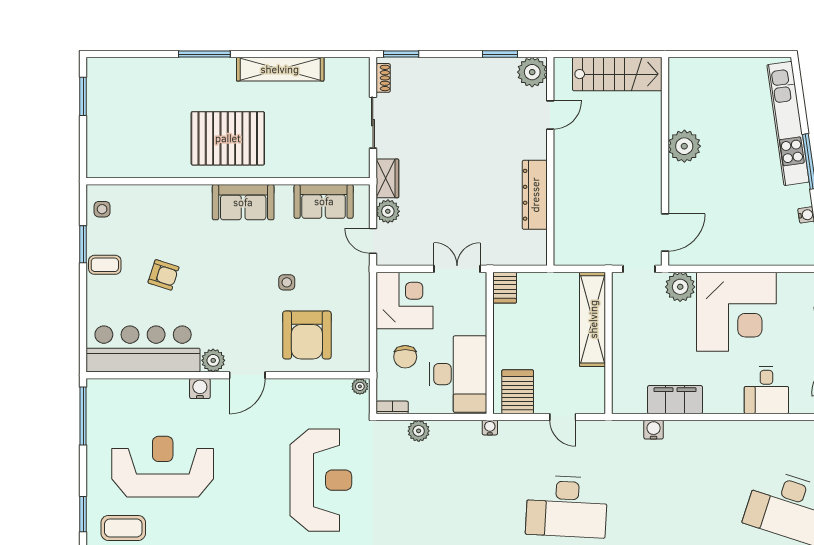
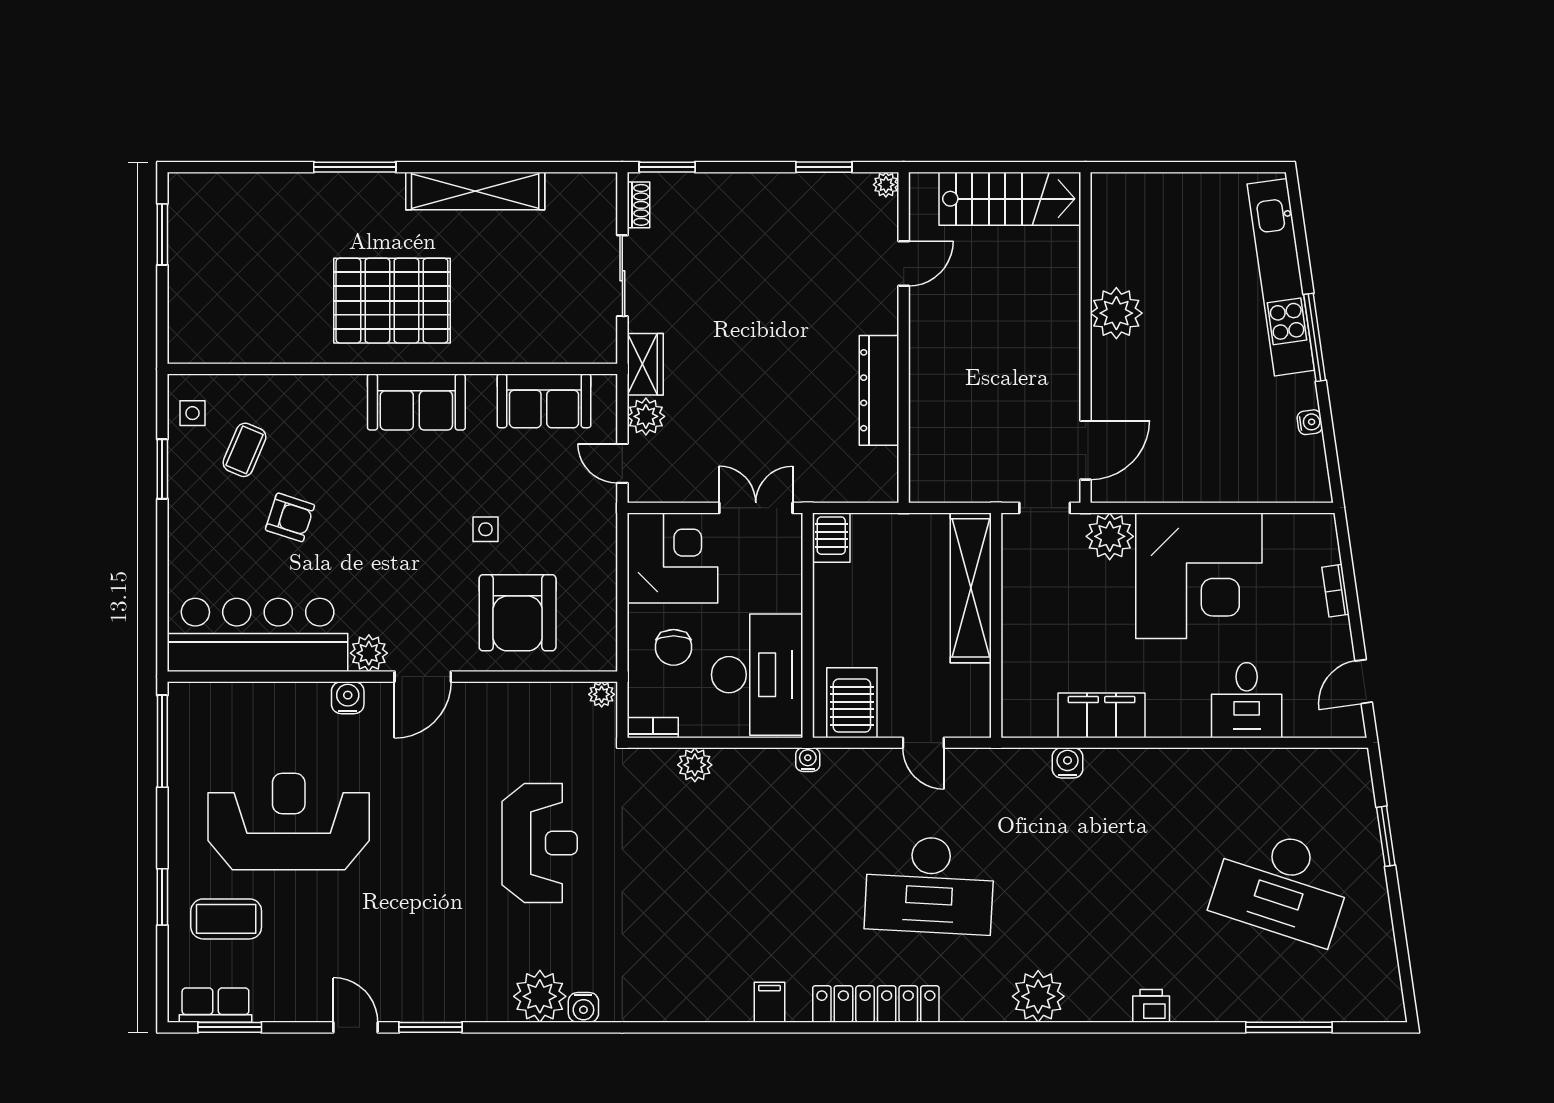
plant: (532, 72) -> (886, 185), width x0.53, depth x0.53
coffee table: (105, 265) -> (244, 450), moved, turned -67
reception desk: (321, 480) -> (540, 843), width x0.74, depth x0.77

